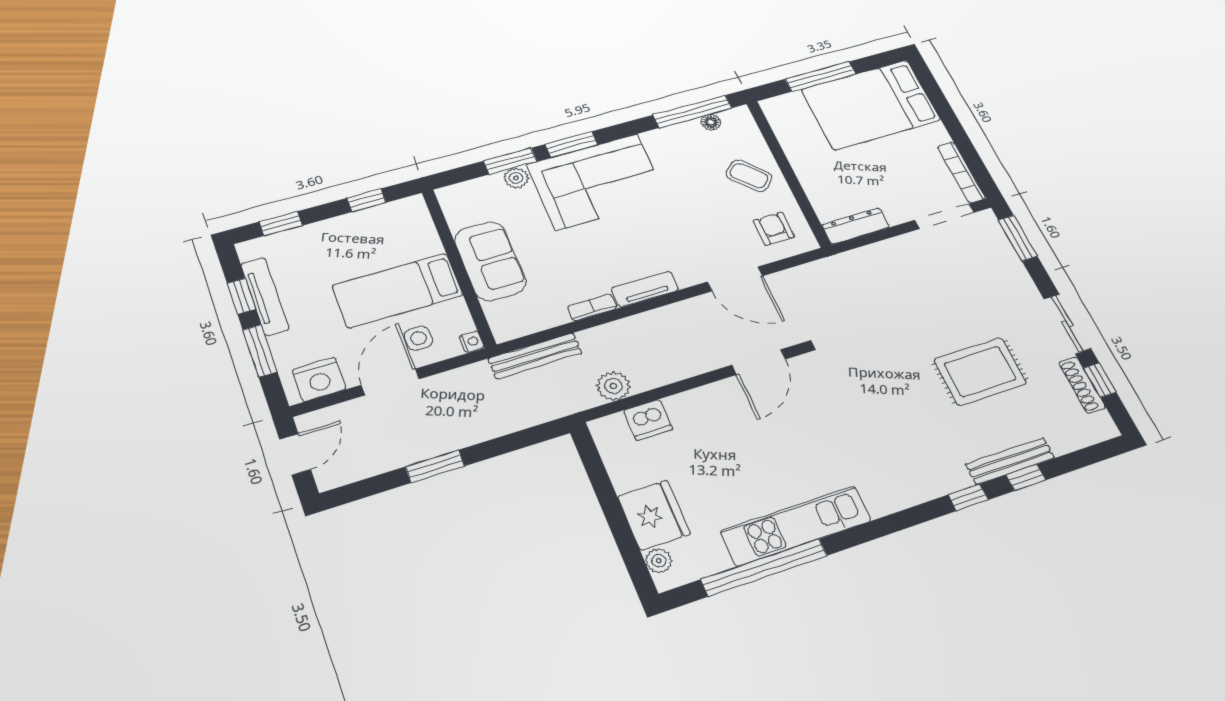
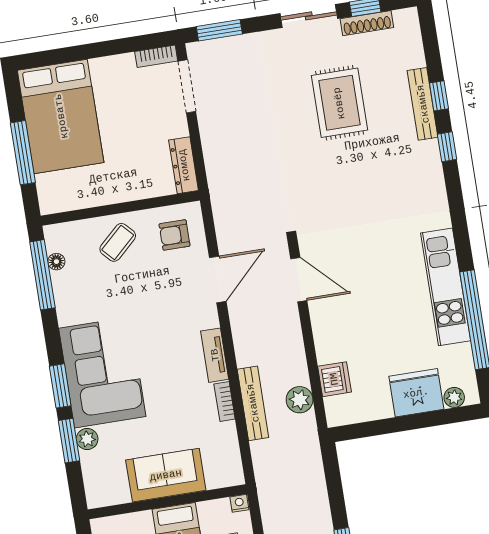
bookcase: (961, 172) -> (156, 56), width x0.64
bench: (535, 356) -> (253, 403), moved

